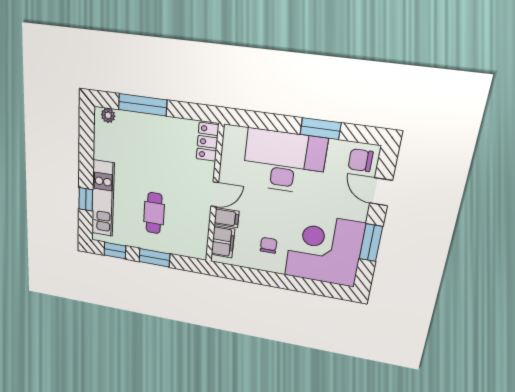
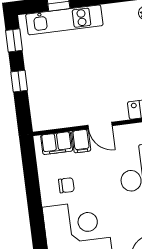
cafe table: (154, 213) -> (65, 73), removed
window: (154, 258) -> (19, 81), width x0.67

